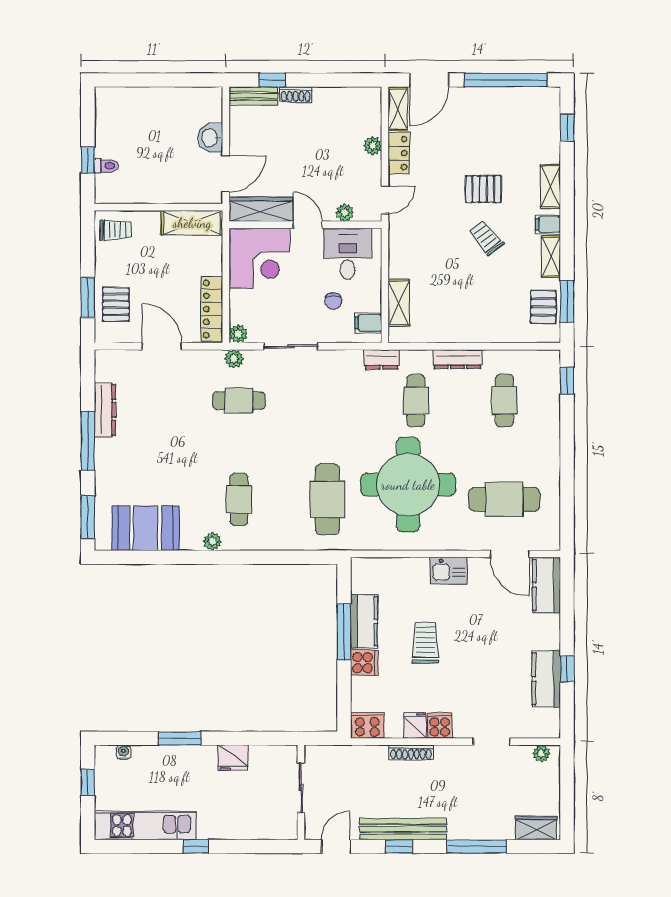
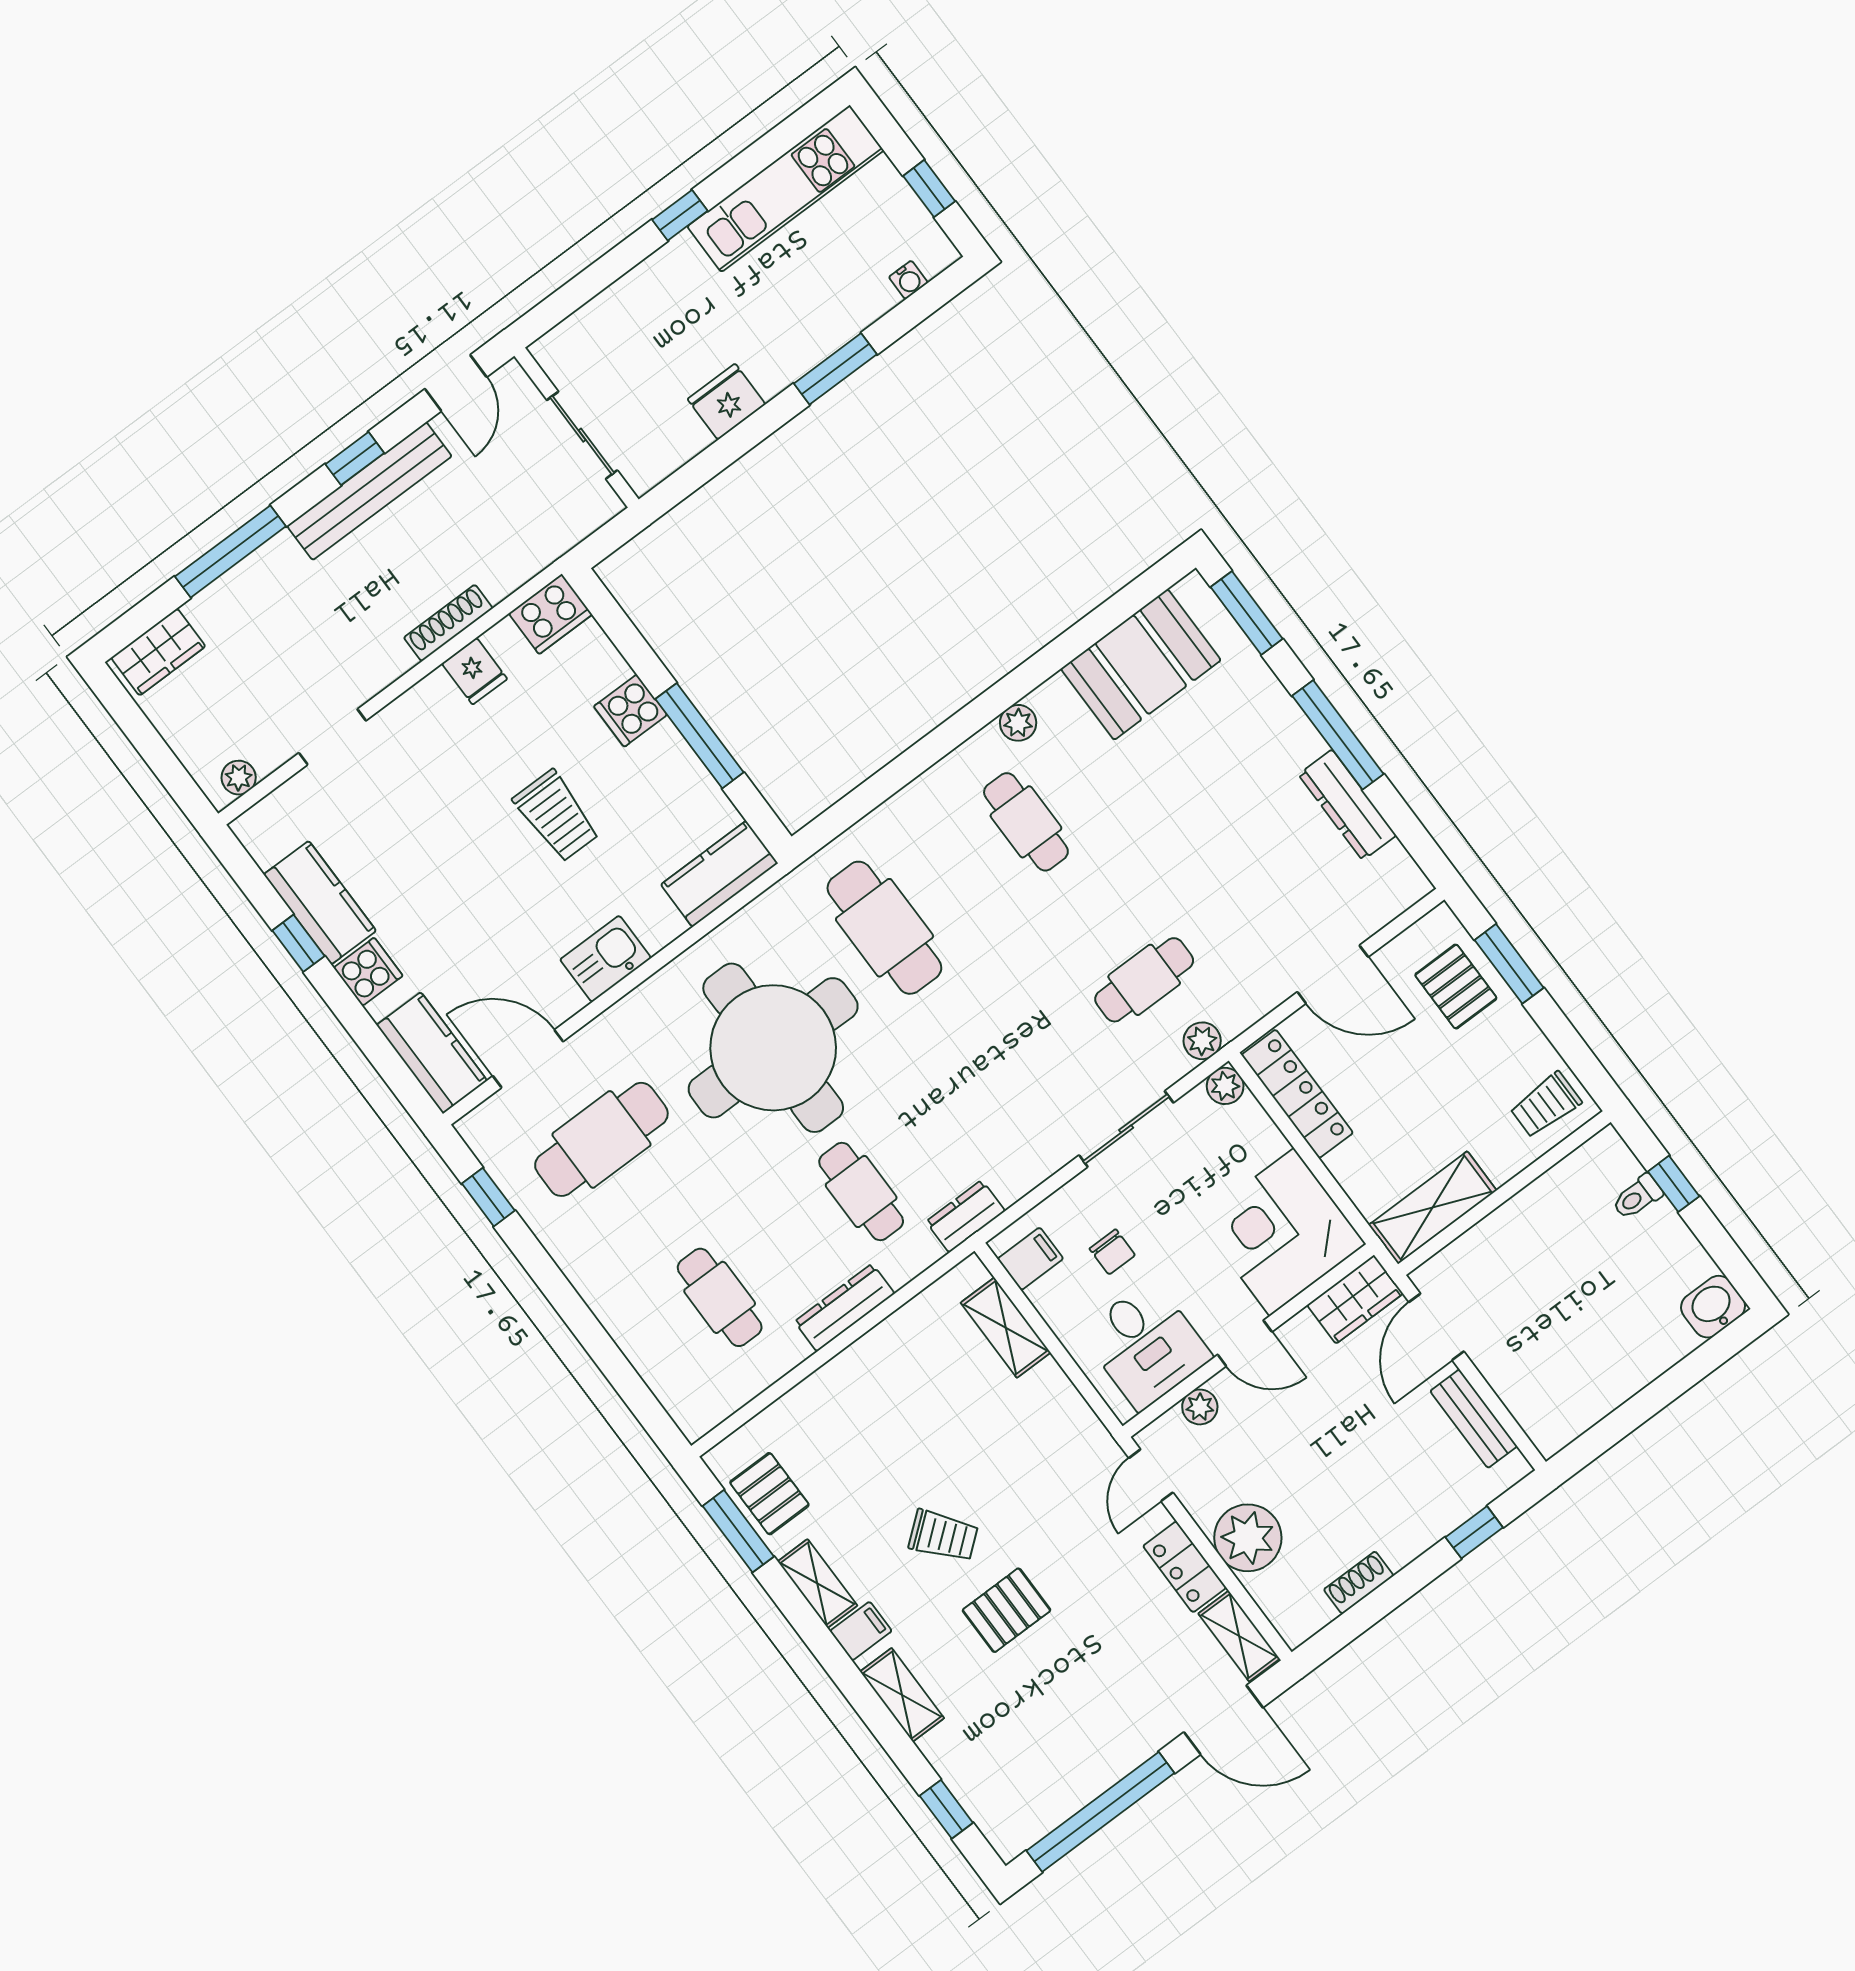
door: (429, 80) -> (1223, 1720), swing flipped
shoe rack: (296, 95) -> (1359, 1583), moved
bench: (253, 96) -> (1474, 1419), moved, turned 90
washbasin: (210, 138) -> (1713, 1307), moved, turned -90
plant: (373, 146) -> (1248, 1538), width x1.87, depth x1.87
wardrobe: (261, 209) -> (1355, 1299), width x0.67
chair: (333, 301) -> (1112, 1252), turned 180
window: (567, 381) -> (488, 1197), moved
kitchen counter: (364, 621) -> (719, 874), moved, turned 90
cooker: (440, 725) -> (368, 972), moved, turned -90

